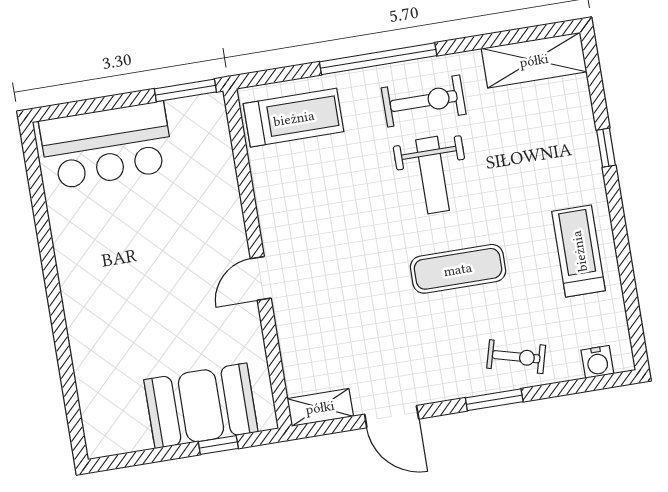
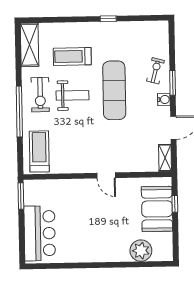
exercise bike: (424, 101) -> (40, 95), turned 180
window: (606, 148) -> (108, 19), moved
treadmill: (579, 251) -> (72, 56), moved
exercise mat: (458, 269) -> (114, 90), width x1.36, depth x1.45
water cooler: (597, 362) -> (164, 100), moved
plant: (100, 383) -> (141, 251), added

